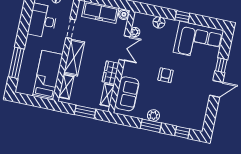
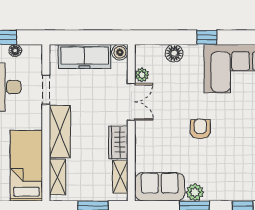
sofa: (127, 94) -> (160, 187), moved, turned -90

